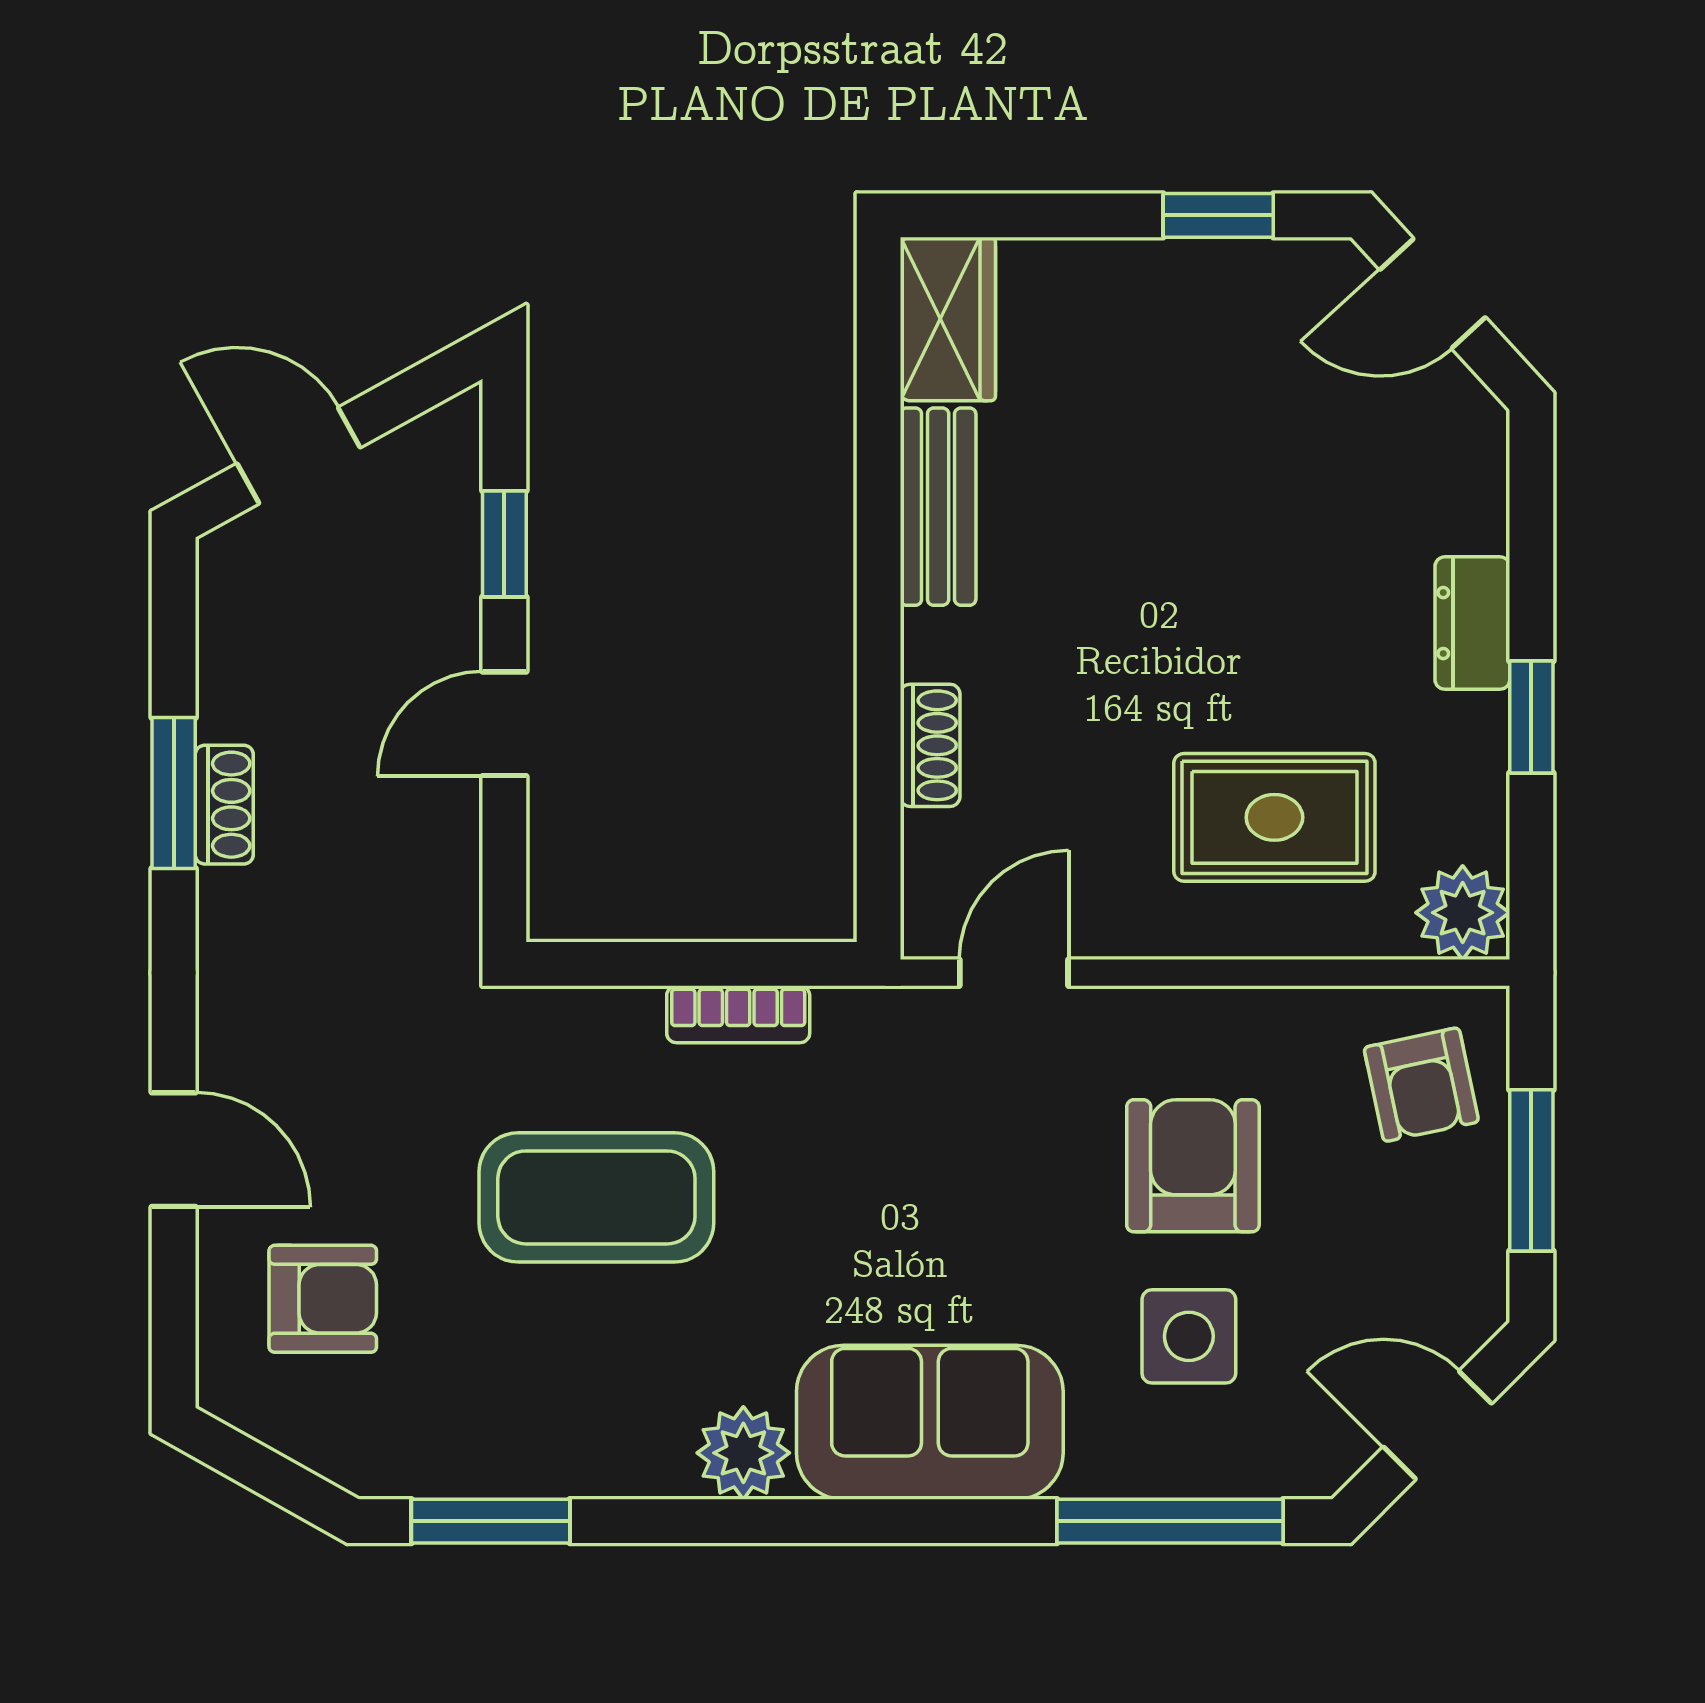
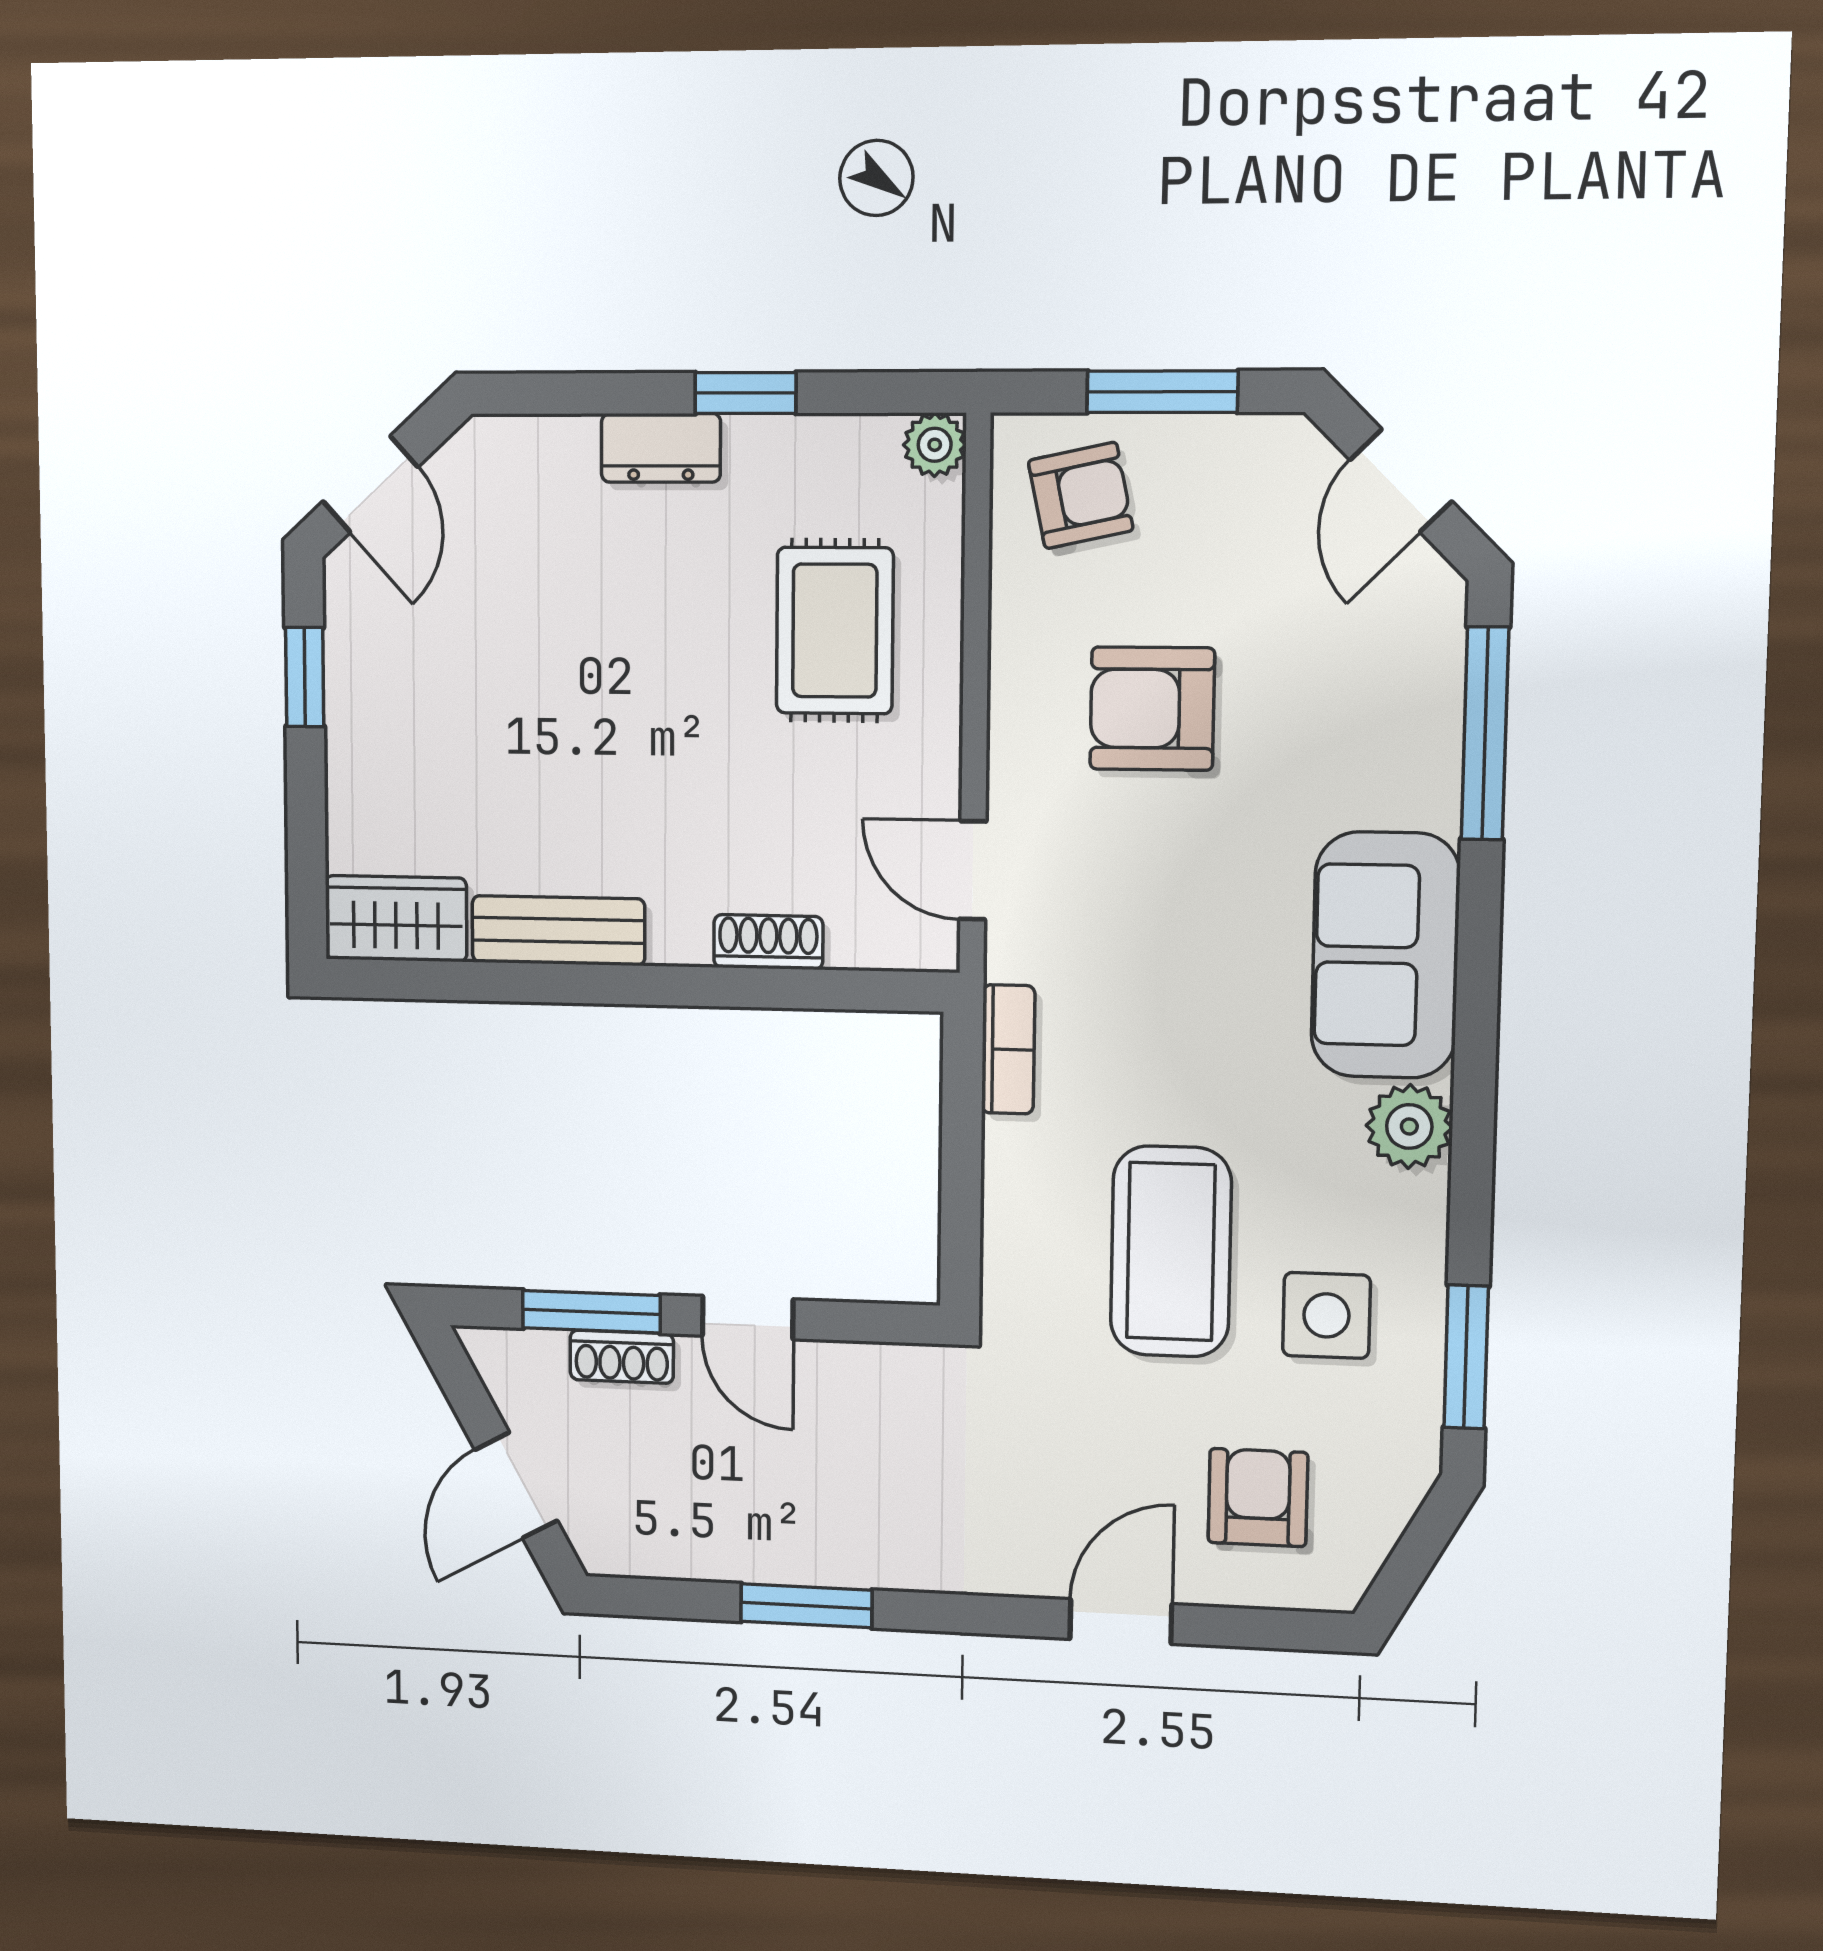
window: (504, 544) -> (591, 1312), width x1.50
shoe rack: (224, 805) -> (622, 1357), moved, turned 180
plant: (1463, 913) -> (935, 445), width x0.73, depth x0.73
bookcase: (738, 1014) -> (1008, 1049), moved
side table: (1189, 1336) -> (1326, 1315), moved

